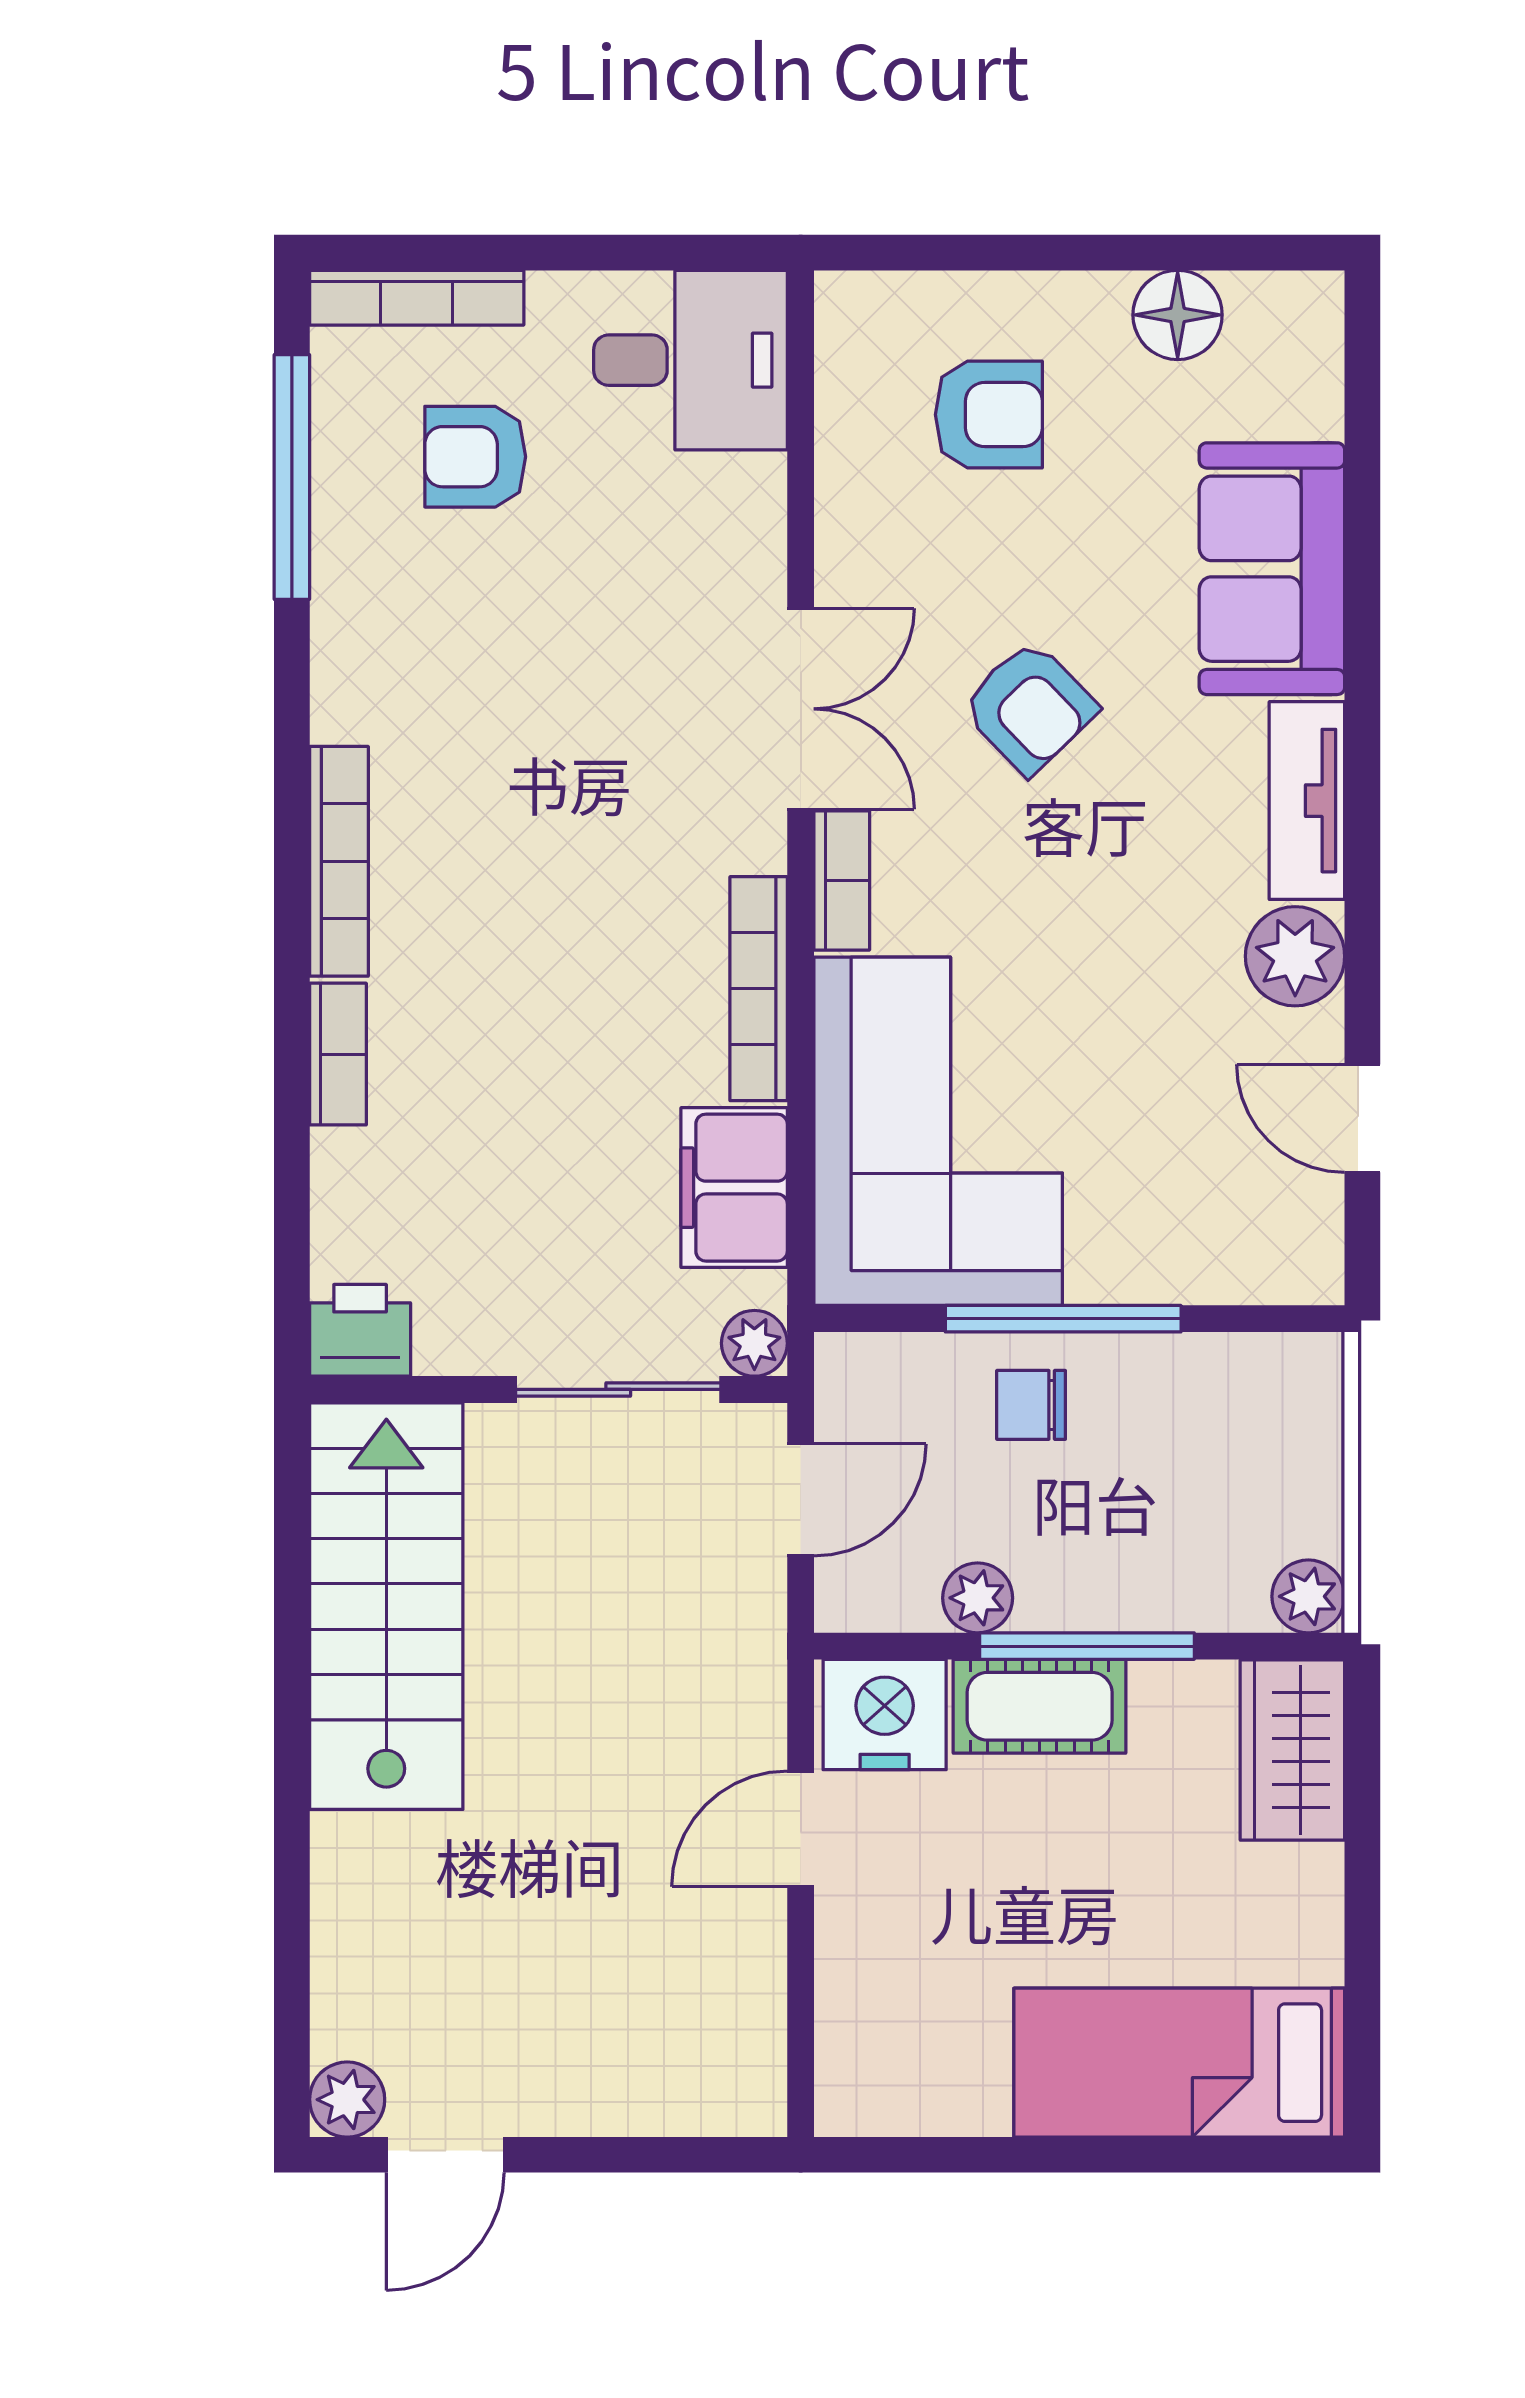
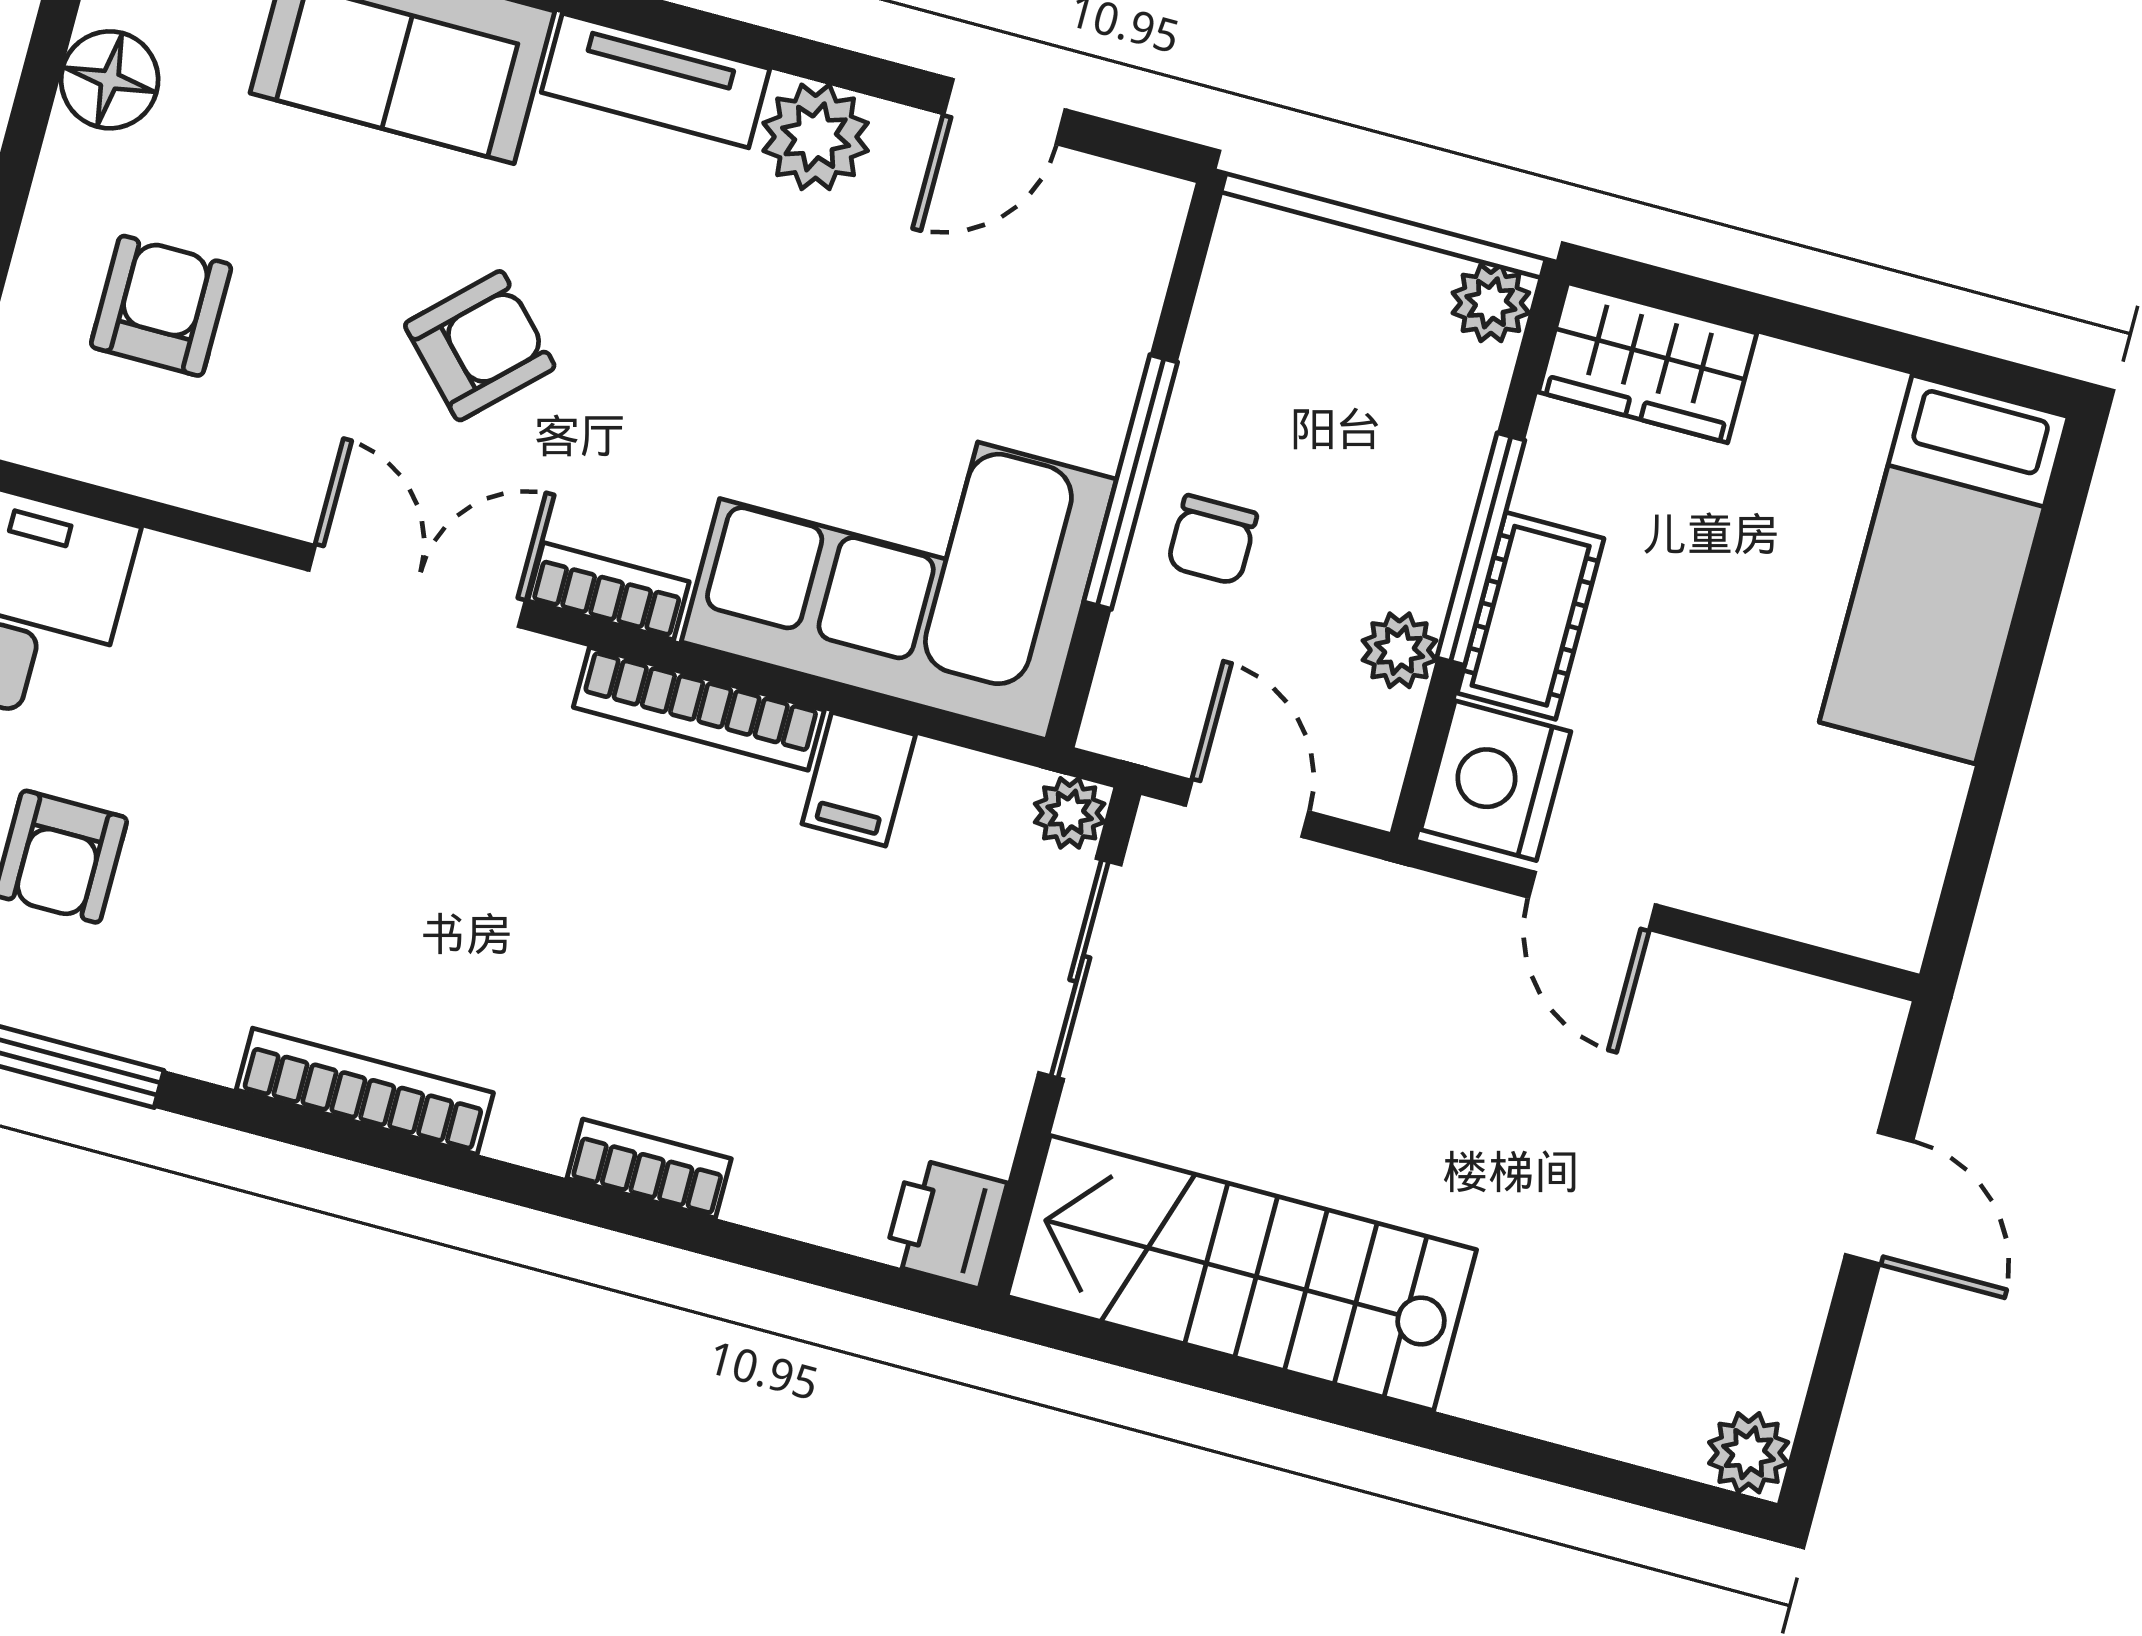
bookcase: (339, 861) -> (365, 1091), moved
filing cabinet: (734, 1188) -> (859, 779), width x0.50
door: (445, 2155) -> (1879, 1198), moved

